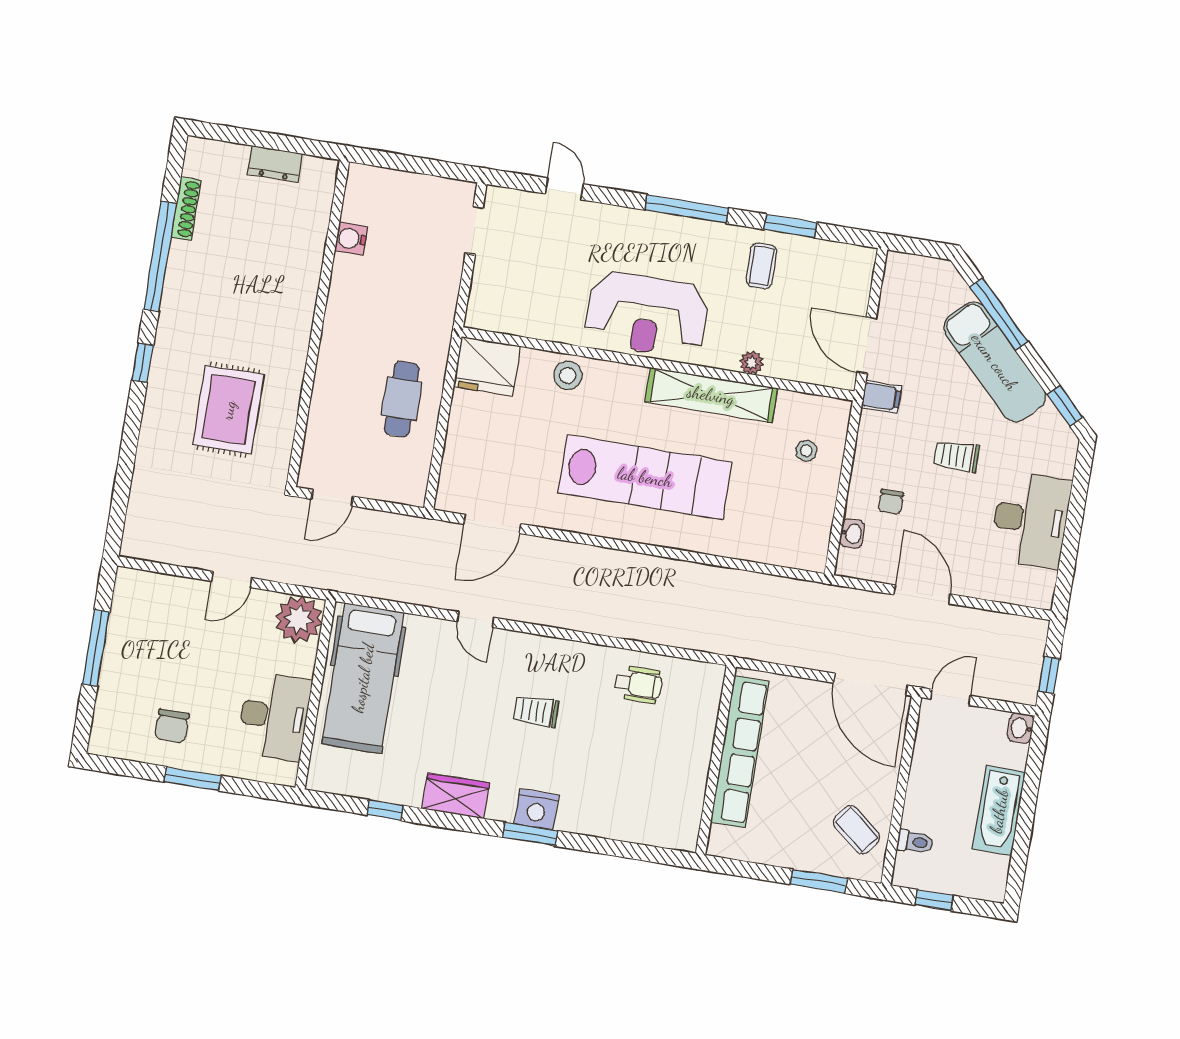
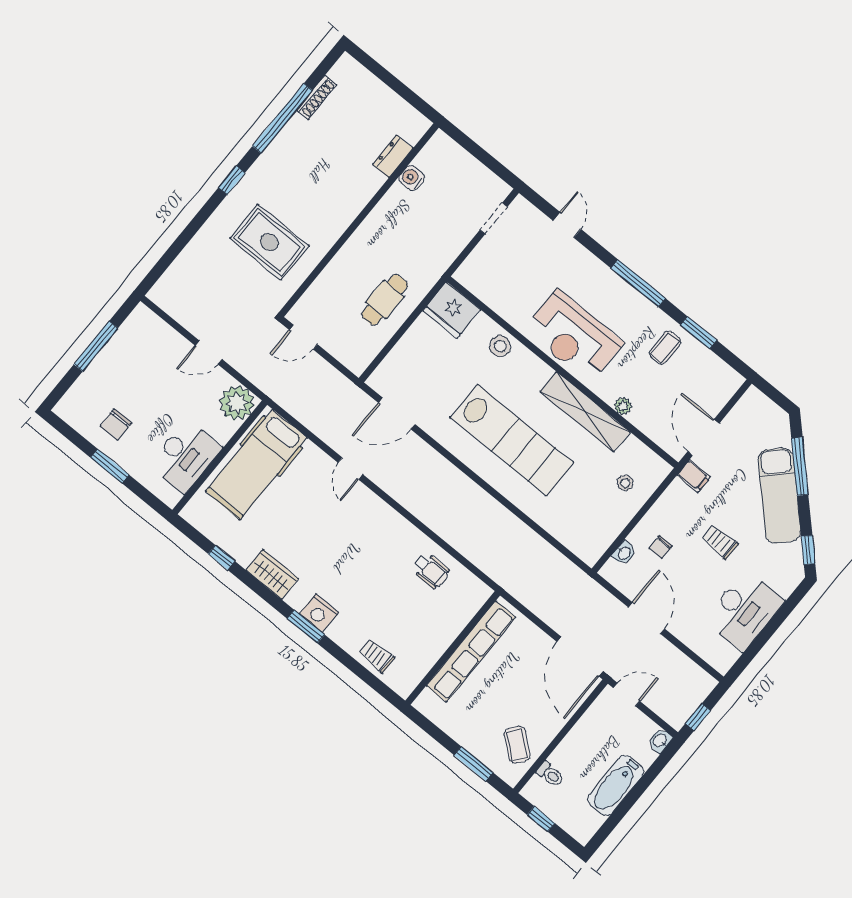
dresser: (275, 164) -> (393, 156), moved, turned 90
rug: (228, 410) -> (269, 242), turned 90
trolley: (536, 711) -> (377, 656), moved

